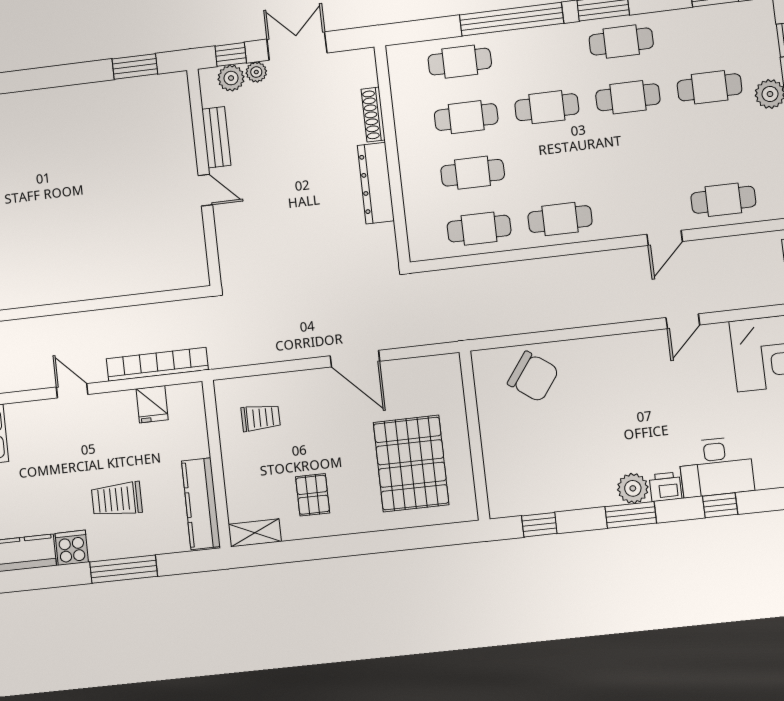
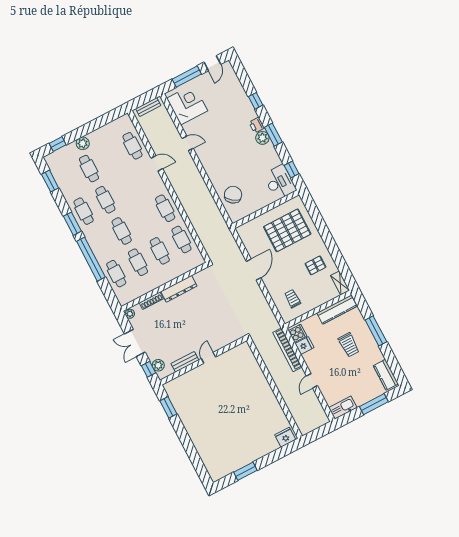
plant: (256, 72) -> (130, 314), moved
desk: (716, 467) -> (280, 182), moved
cooker: (72, 548) -> (298, 333), moved, turned 180

